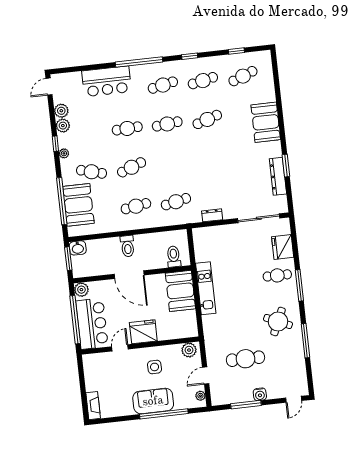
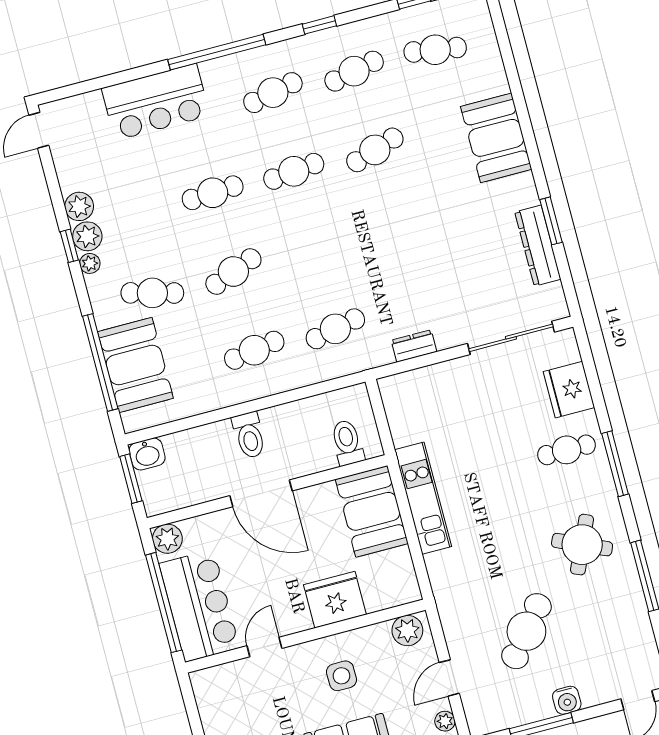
cafe table: (243, 76) -> (435, 50), turned 30
plant: (61, 111) -> (87, 236), moved
fridge: (143, 332) -> (335, 600), moved
cafe table: (246, 359) -> (526, 631), turned -51

